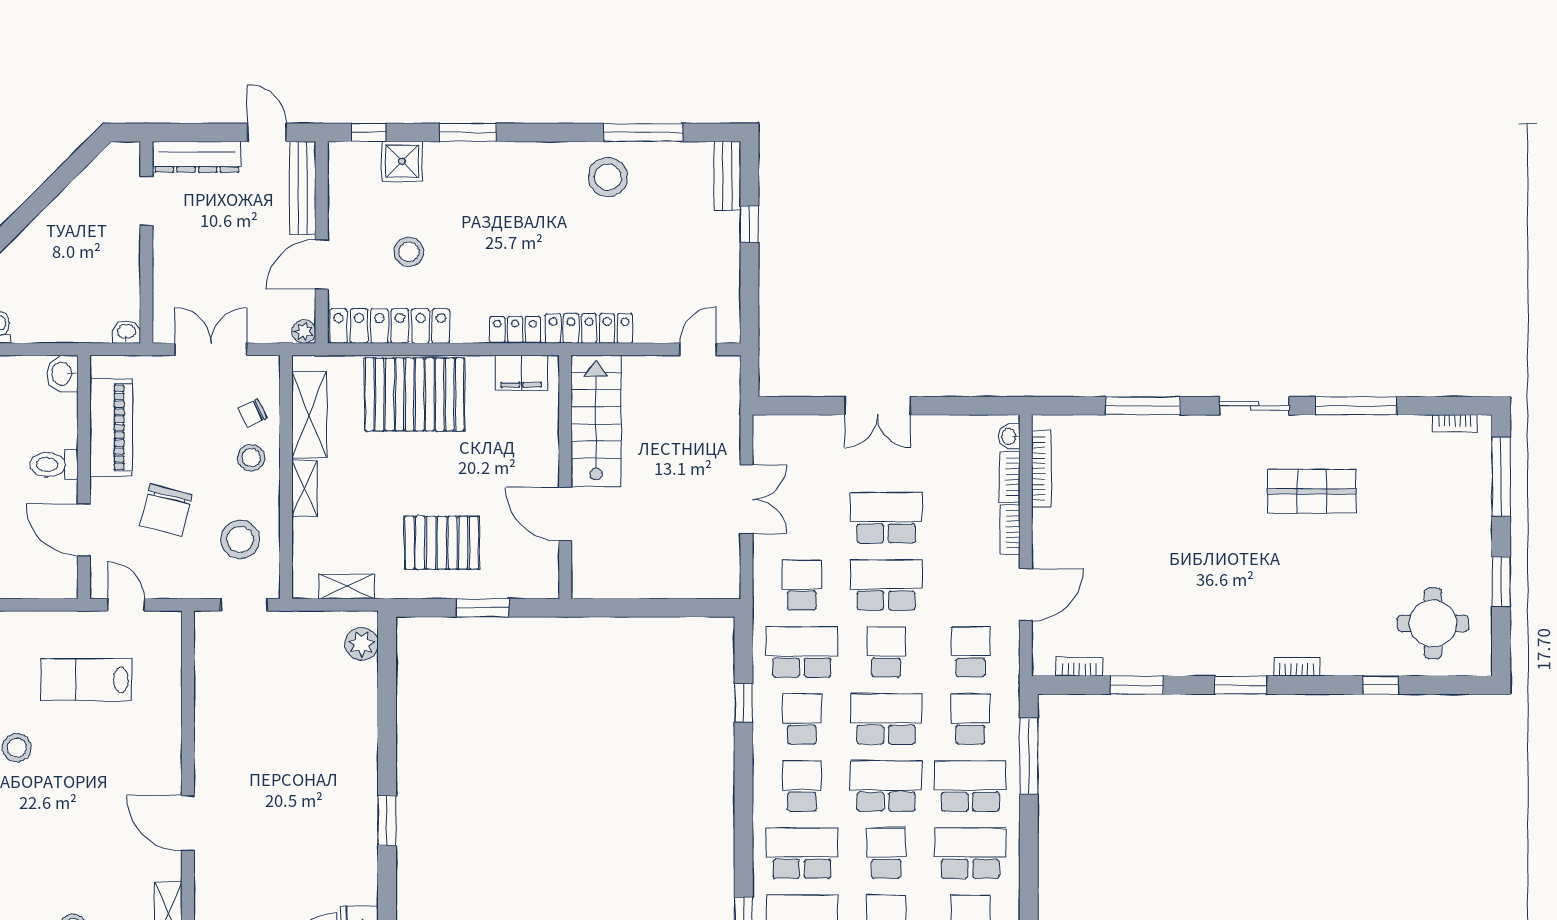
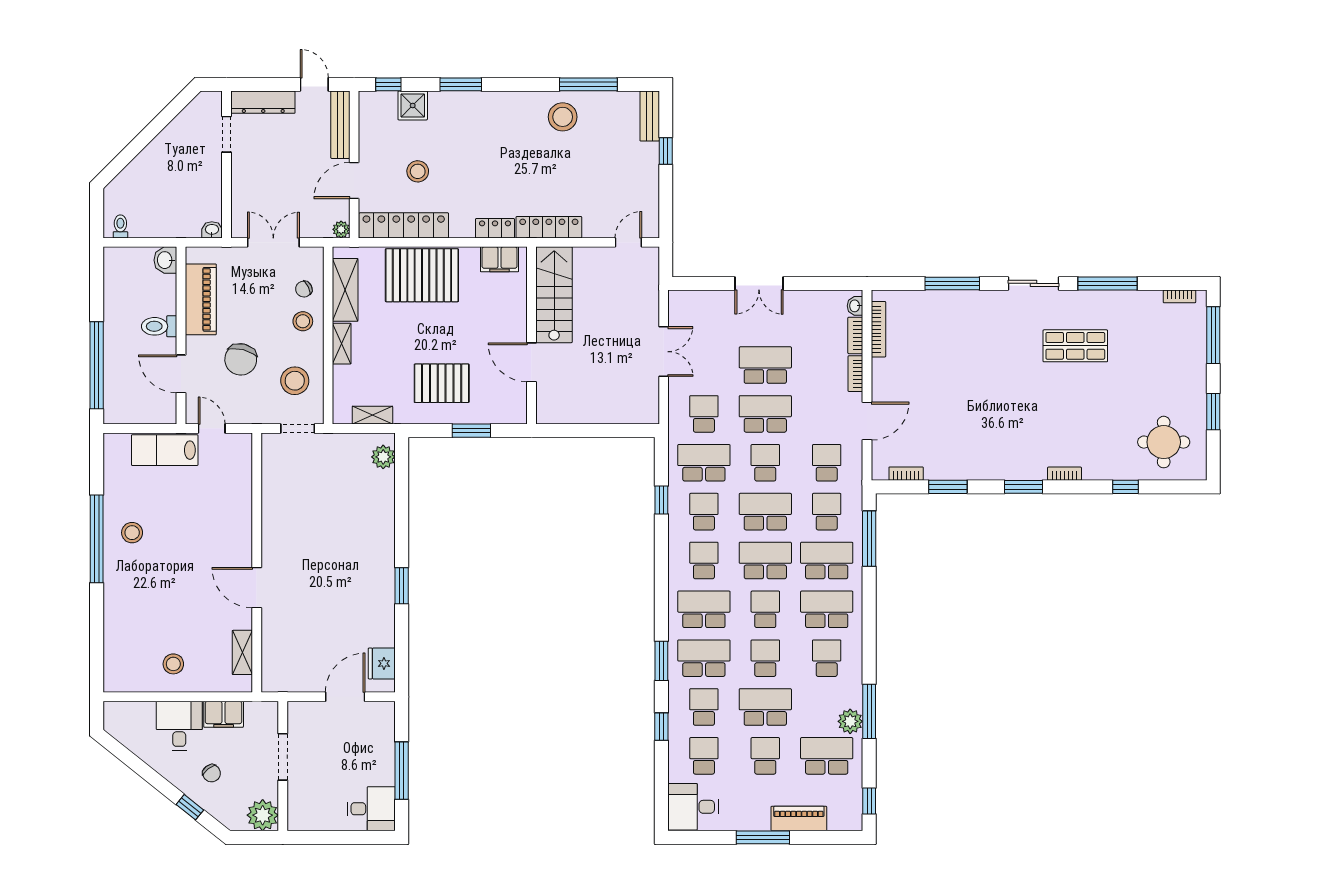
lab bench: (86, 680) -> (165, 450), moved

